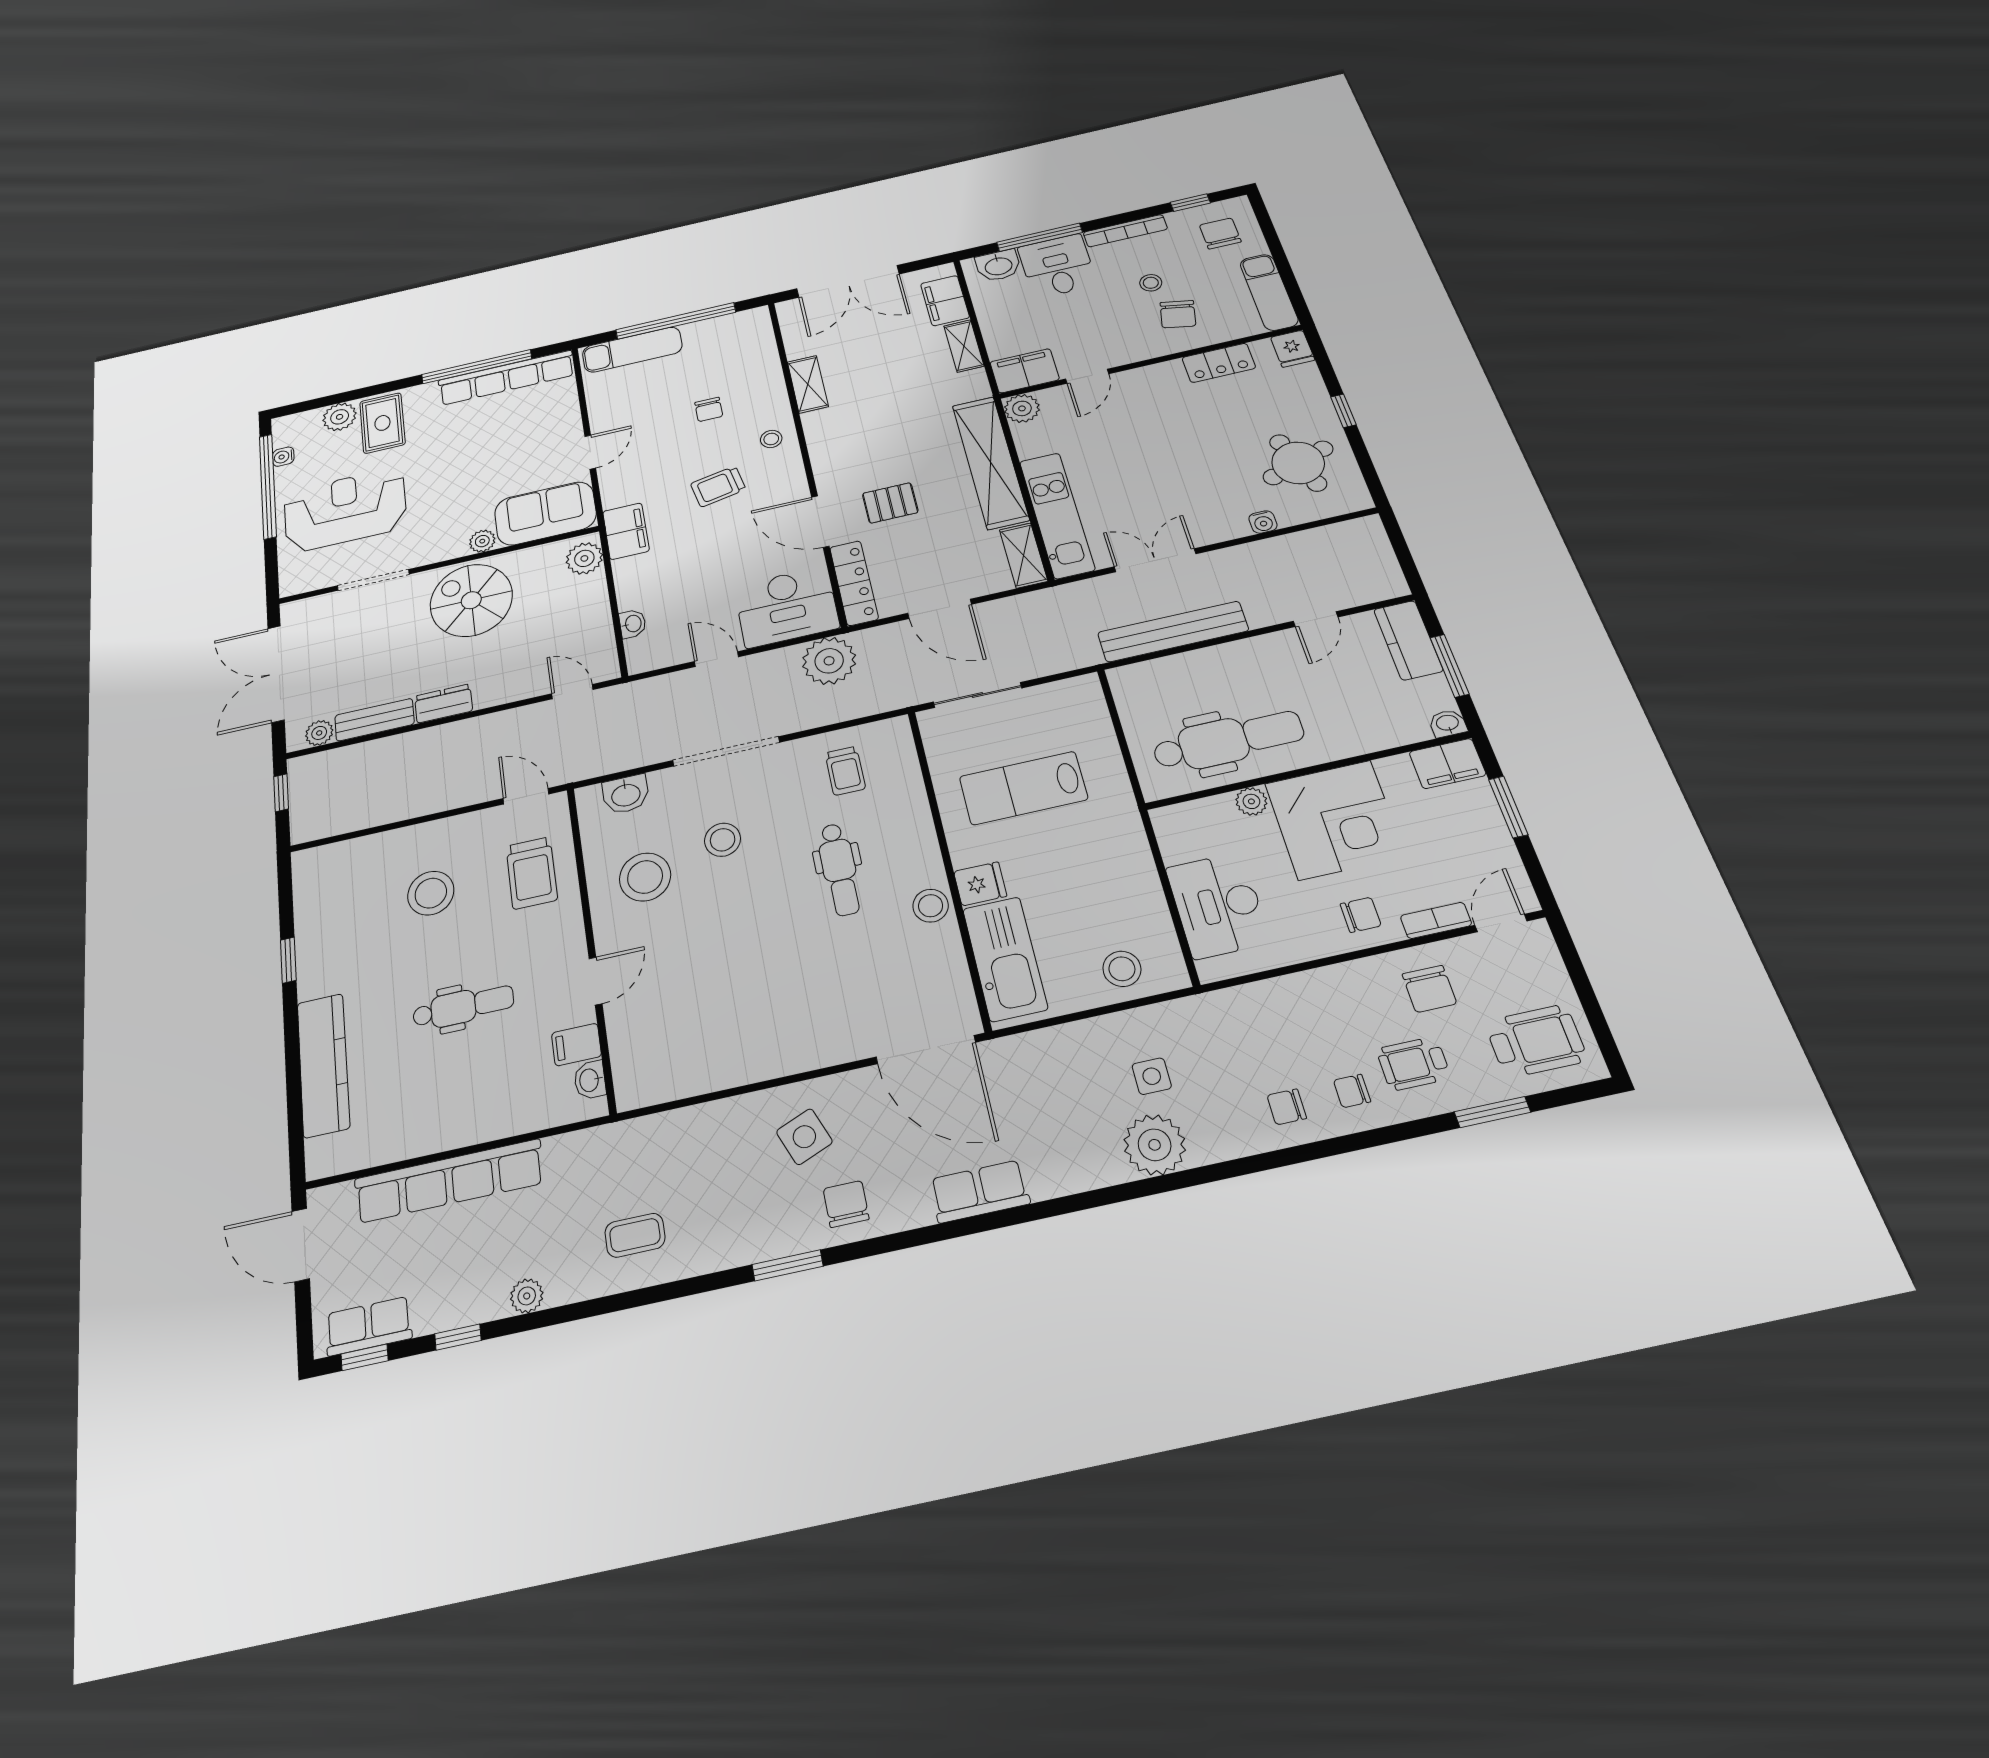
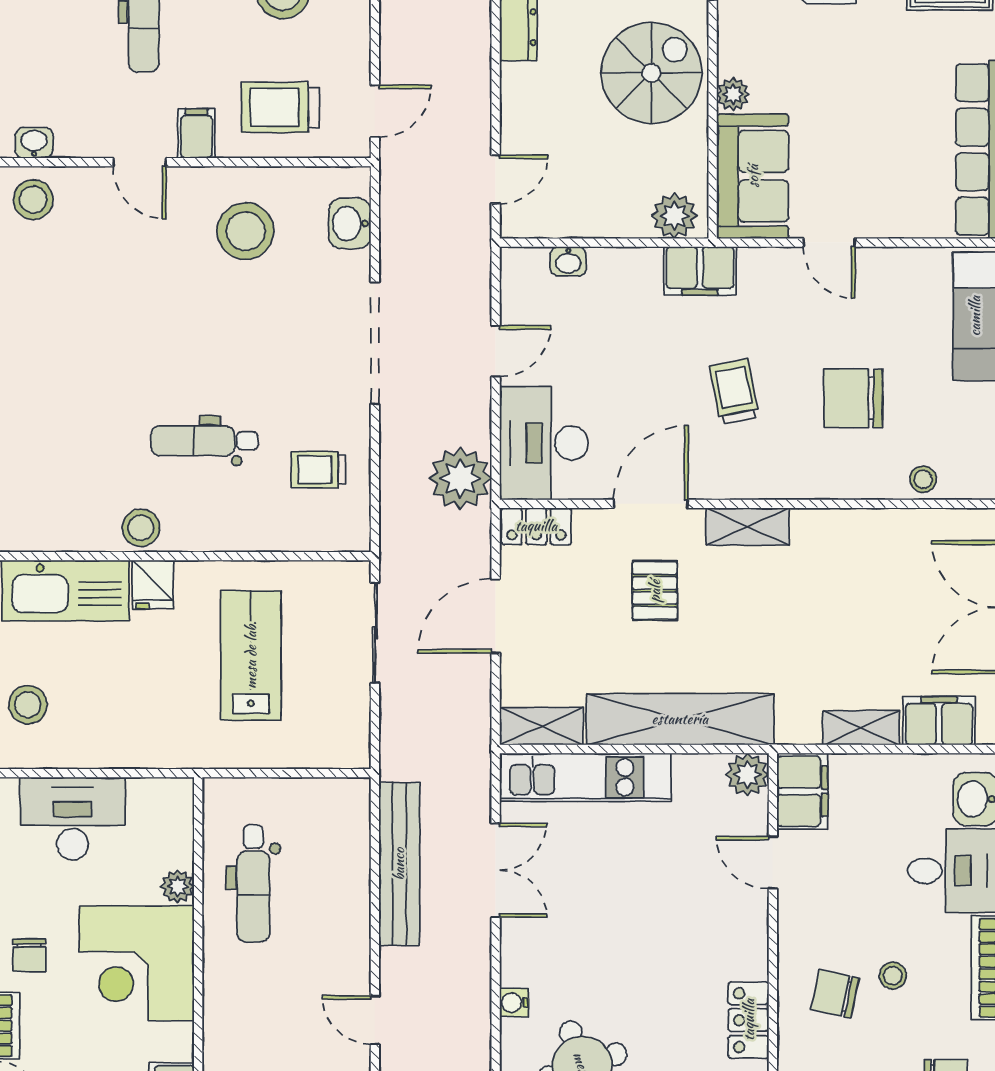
shelving: (808, 384) -> (748, 527), moved
chair: (709, 409) -> (853, 398), width x1.87, depth x1.87
stool: (771, 439) -> (923, 479), moved
locker: (854, 583) -> (536, 526), width x0.66
dental chair: (1228, 740) -> (253, 884), width x0.73, depth x0.72
stool: (723, 840) -> (33, 200), moved
filing cabinet: (576, 1045) -> (196, 133), moved

